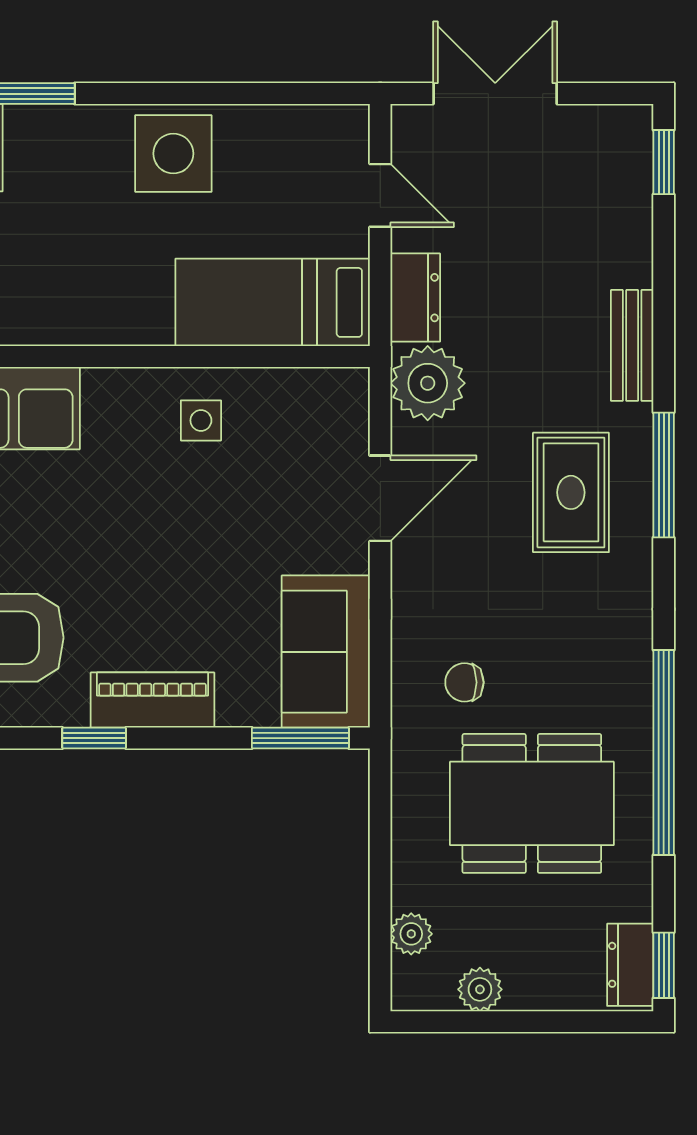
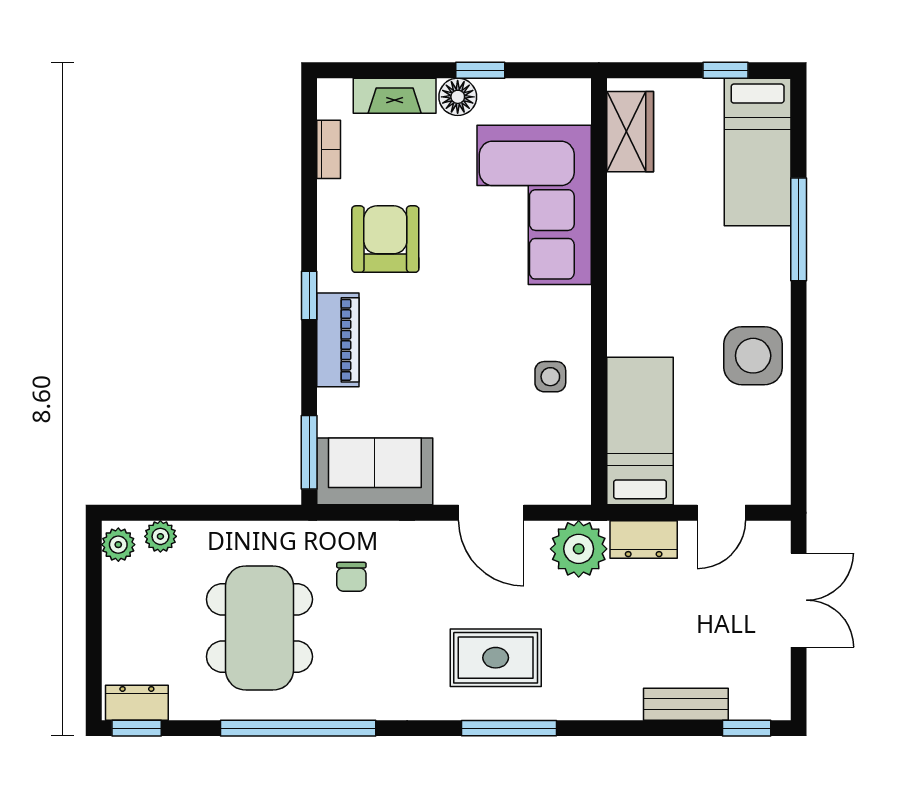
bench: (632, 345) -> (686, 704), moved
chair: (464, 682) -> (351, 577), turned 180
plant: (480, 989) -> (118, 545), moved

